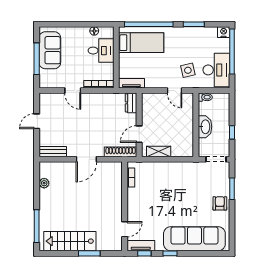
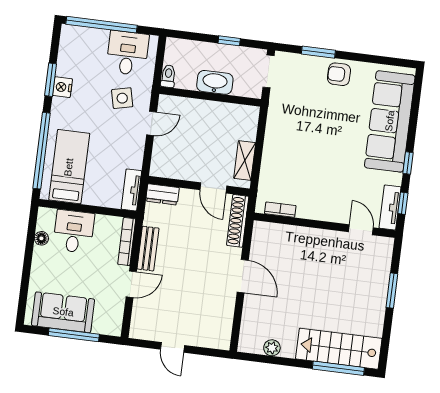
nightstand: (224, 32) -> (62, 87), moved
desk: (216, 70) -> (127, 53), width x0.73
bench: (53, 152) -> (148, 249), moved
stairs: (70, 241) -> (339, 349), moved, turned 90

